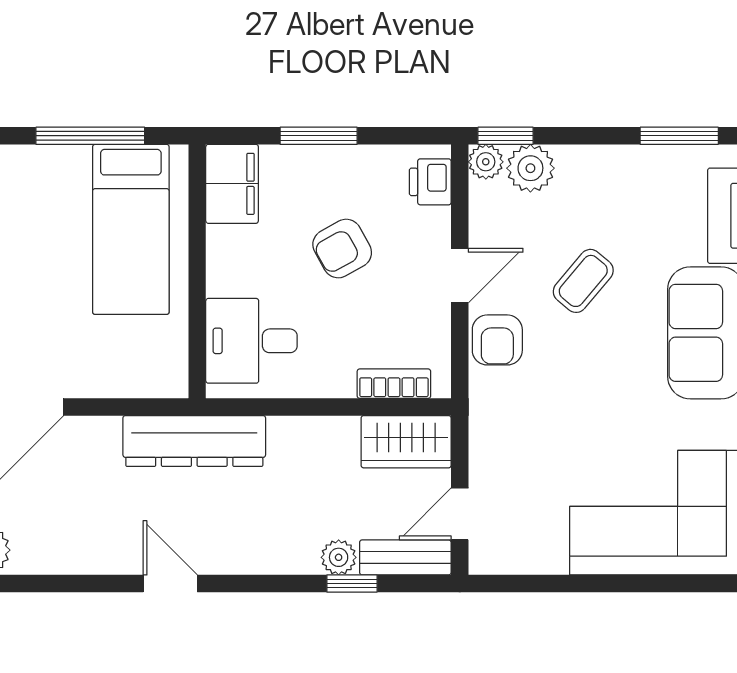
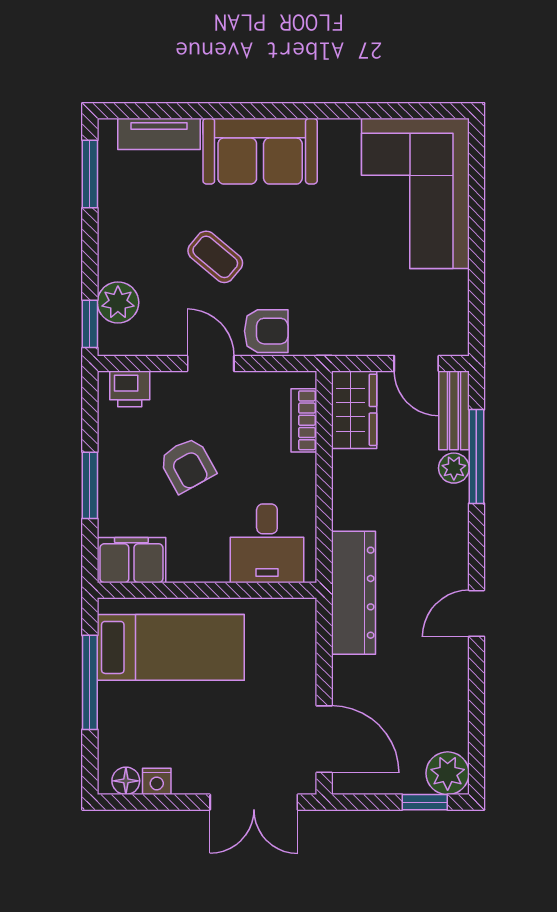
plant: (486, 162) -> (112, 341), removed
window: (352, 583) -> (476, 457), width x2.17

